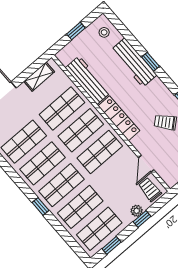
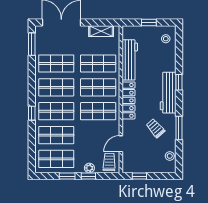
workbench: (134, 62) -> (168, 93), moved
window: (112, 245) -> (67, 176), moved

